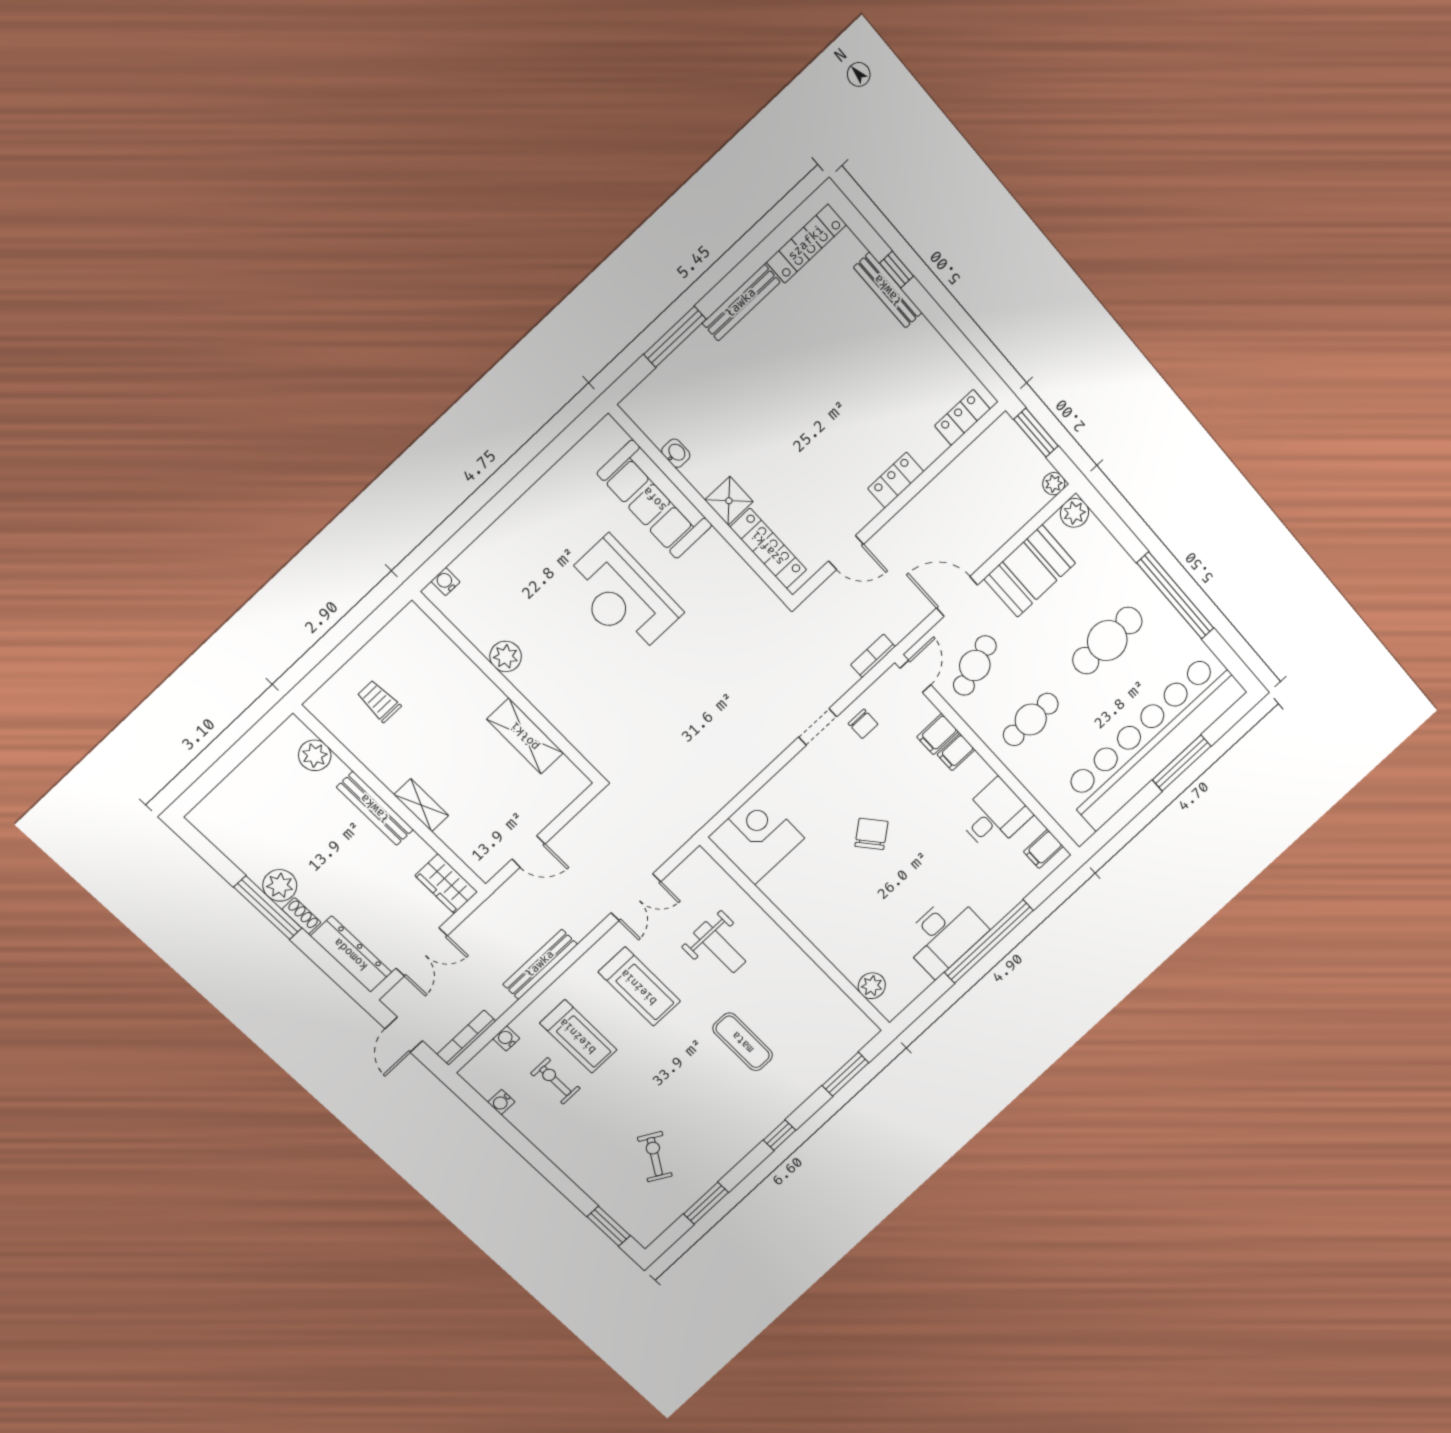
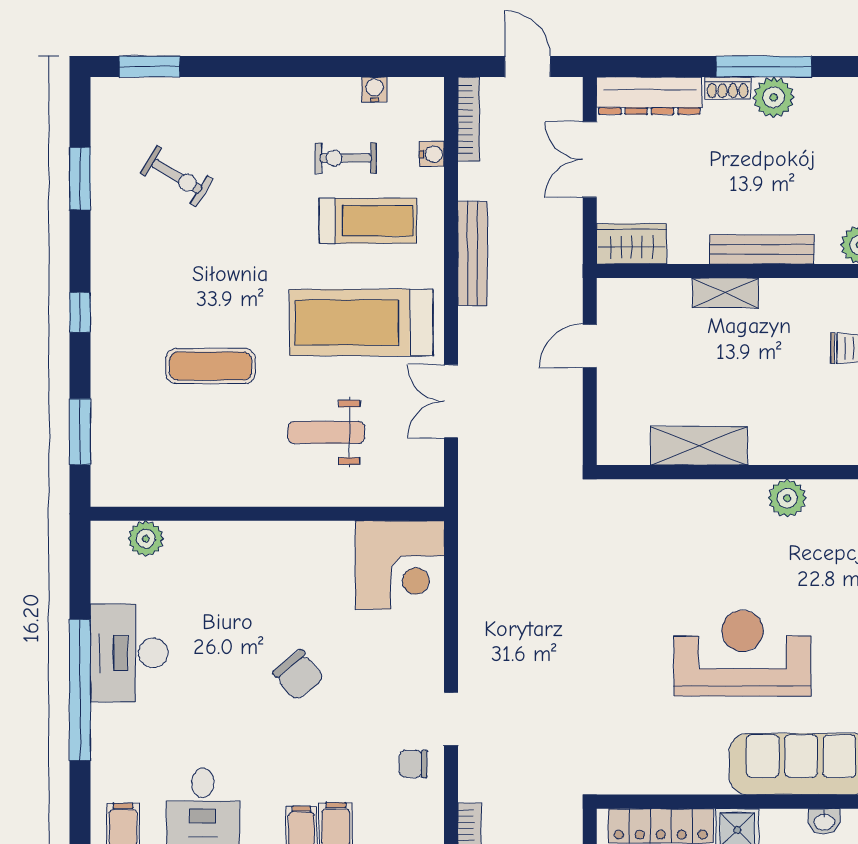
treadmill: (639, 987) -> (361, 323), width x1.37, depth x1.38
treadmill: (578, 1036) -> (368, 221), turned 180
exercise bike: (555, 1081) -> (346, 158), turned 180

